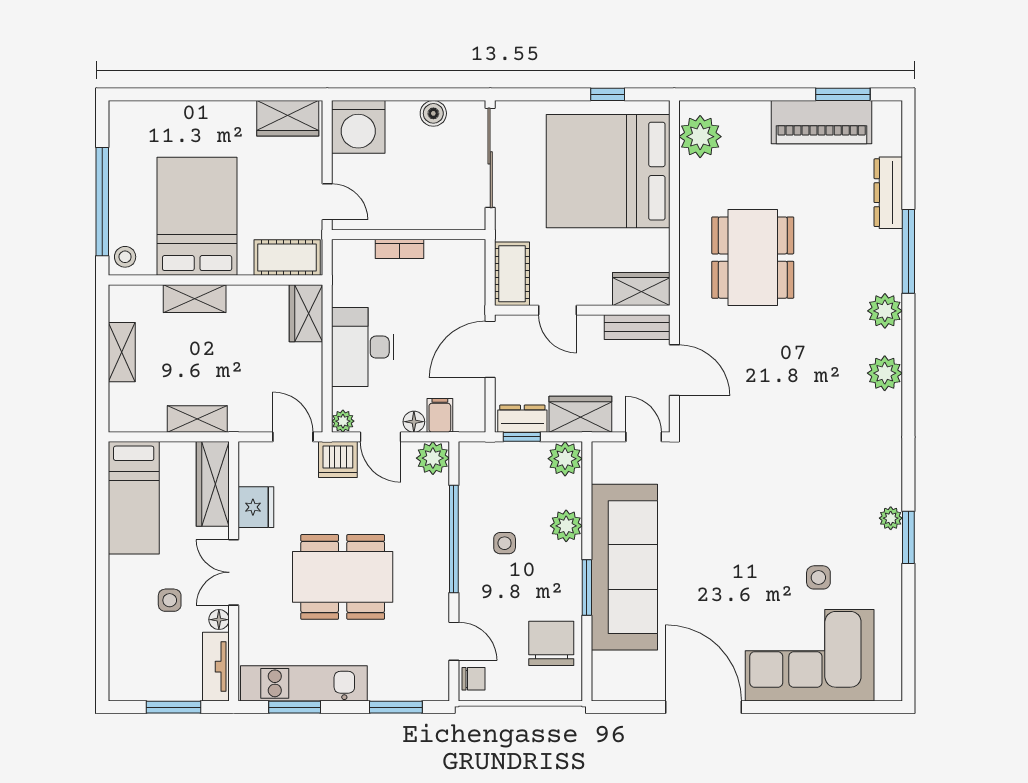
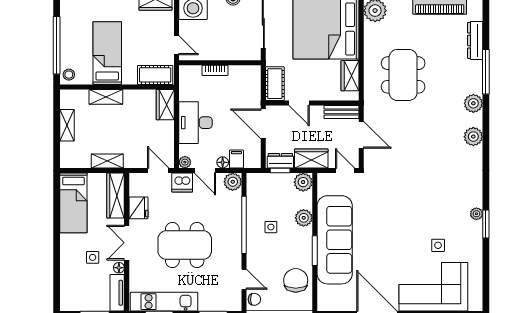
bed: (197, 216) -> (107, 53), width x0.67
wardrobe: (641, 289) -> (350, 76), moved, turned -90
door: (490, 349) -> (263, 124), hinge flipped

